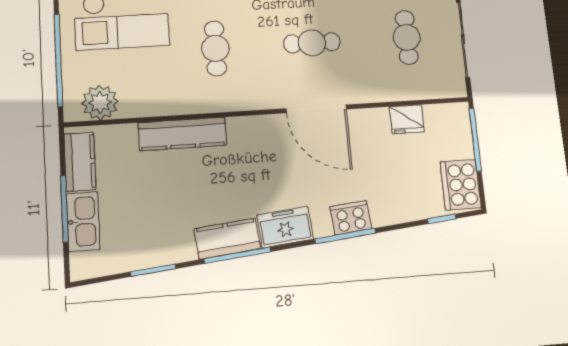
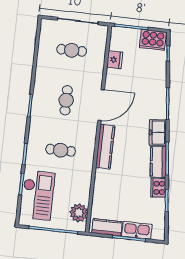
kitchen counter: (182, 134) -> (105, 147), moved
cooker: (351, 218) -> (158, 188), moved

